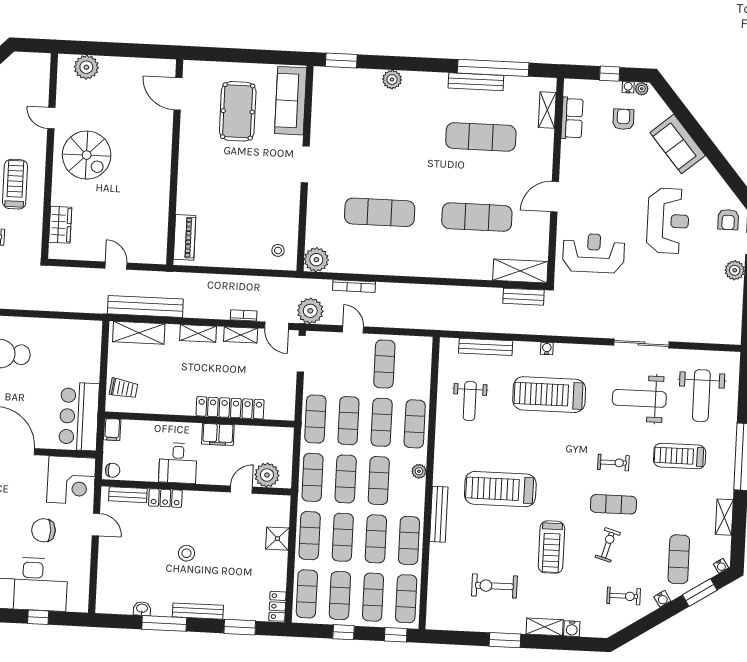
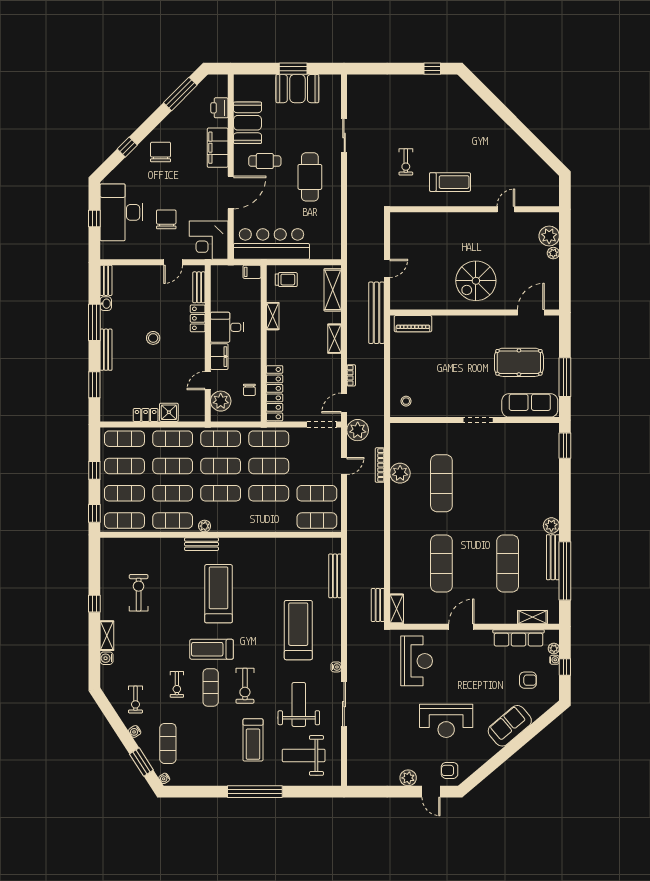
window: (258, 56) -> (565, 377), added
plant: (107, 63) -> (553, 253), added
plant: (392, 79) -> (551, 526), moved
water cooler: (628, 87) -> (555, 660), moved
plant: (642, 89) -> (554, 649), moved
row of seats: (572, 118) -> (519, 638), width x1.48
spiral stairs: (87, 155) -> (476, 281), moved
door: (555, 197) -> (461, 627), hinge flipped
wardrobe: (60, 225) -> (418, 221), removed
plant: (316, 260) -> (400, 473), moved
shelving: (520, 271) -> (397, 609), width x0.67, depth x0.75
bench: (145, 306) -> (377, 313), moved
shelving: (241, 335) -> (273, 316), moved
water cooler: (547, 349) -> (336, 667), moved
trolley: (124, 388) -> (286, 280), turned -98
weight bench: (470, 401) -> (290, 565), removed
locker: (230, 408) -> (275, 393), moved
bar counter: (79, 416) -> (271, 244), width x1.36
exercise mat: (415, 424) -> (317, 521), moved
filing cabinet: (218, 434) -> (219, 357), moved, turned 180
treadmill: (680, 456) -> (253, 740), turned 180
exercise bike: (613, 463) -> (245, 686), width x1.38, depth x1.39
chair: (113, 470) -> (249, 390), moved
plant: (419, 471) -> (205, 526), moved
door: (241, 490) -> (208, 381), swing flipped
bench: (439, 514) -> (201, 544), width x0.73
shelving: (724, 517) -> (204, 779), removed
exercise bike: (608, 545) -> (177, 684), turned 74
treadmill: (551, 547) -> (212, 649), moved
exercise mat: (679, 559) -> (168, 743), turned 90
locker: (277, 606) -> (146, 415), moved
bench: (114, 607) -> (106, 280), added
window: (505, 640) -> (94, 604), width x0.67

